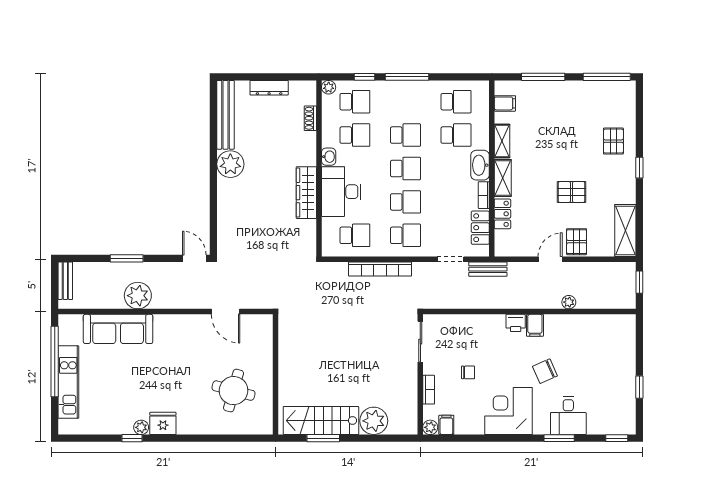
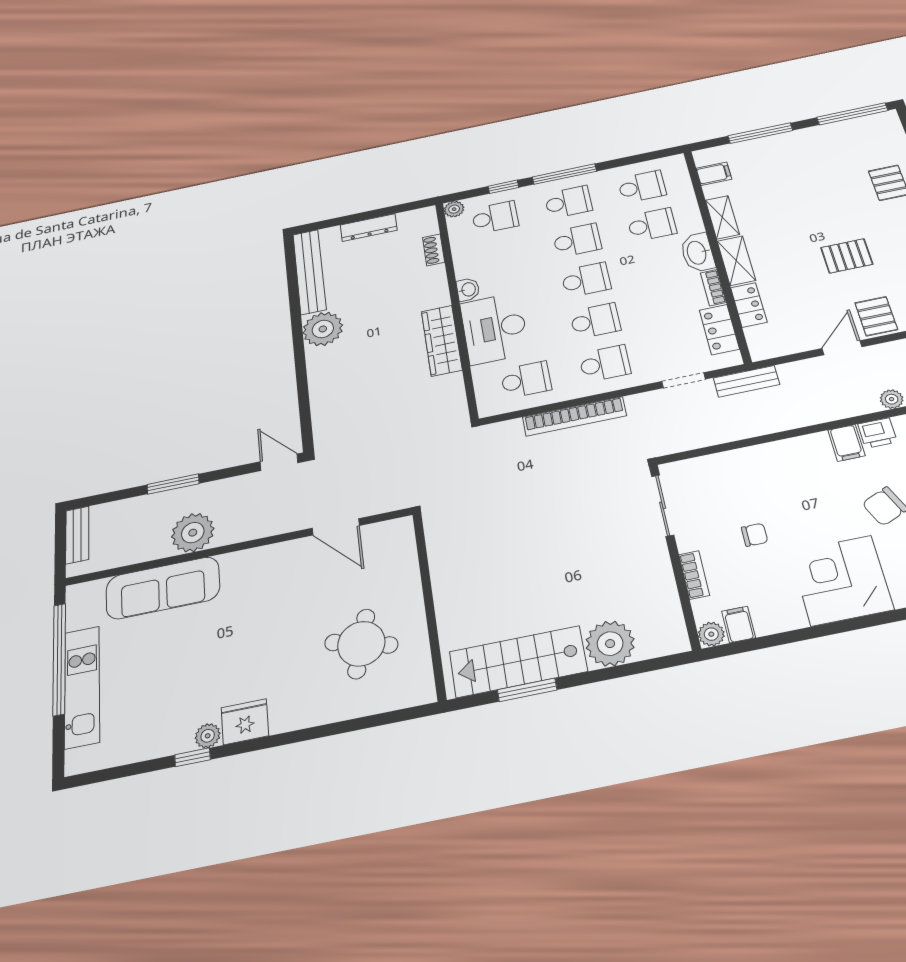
school desk: (355, 135) -> (568, 202), moved
printer: (516, 323) -> (877, 433), moved

